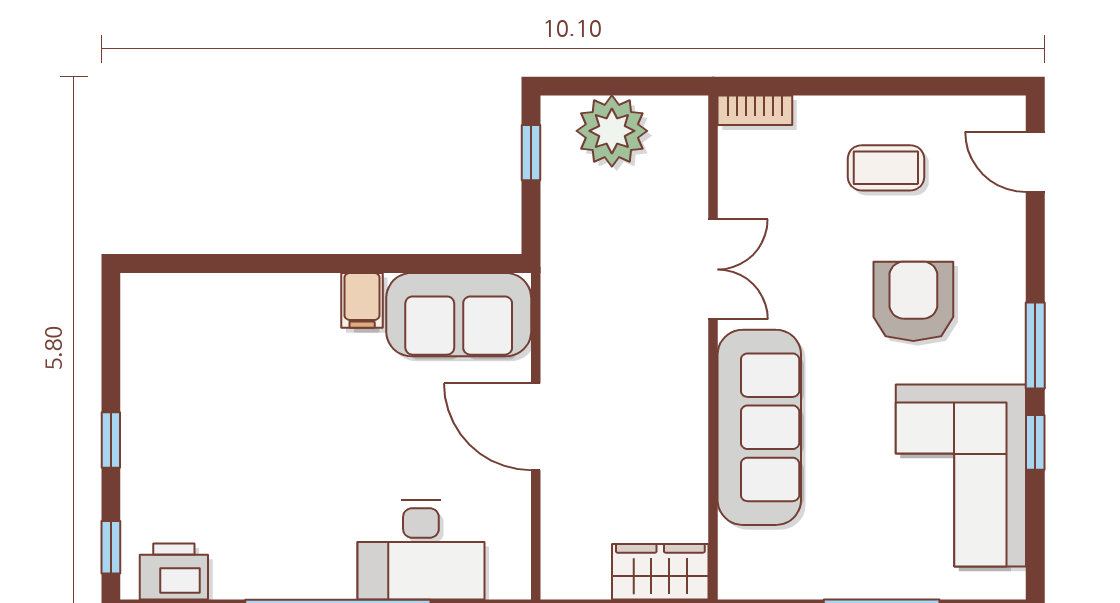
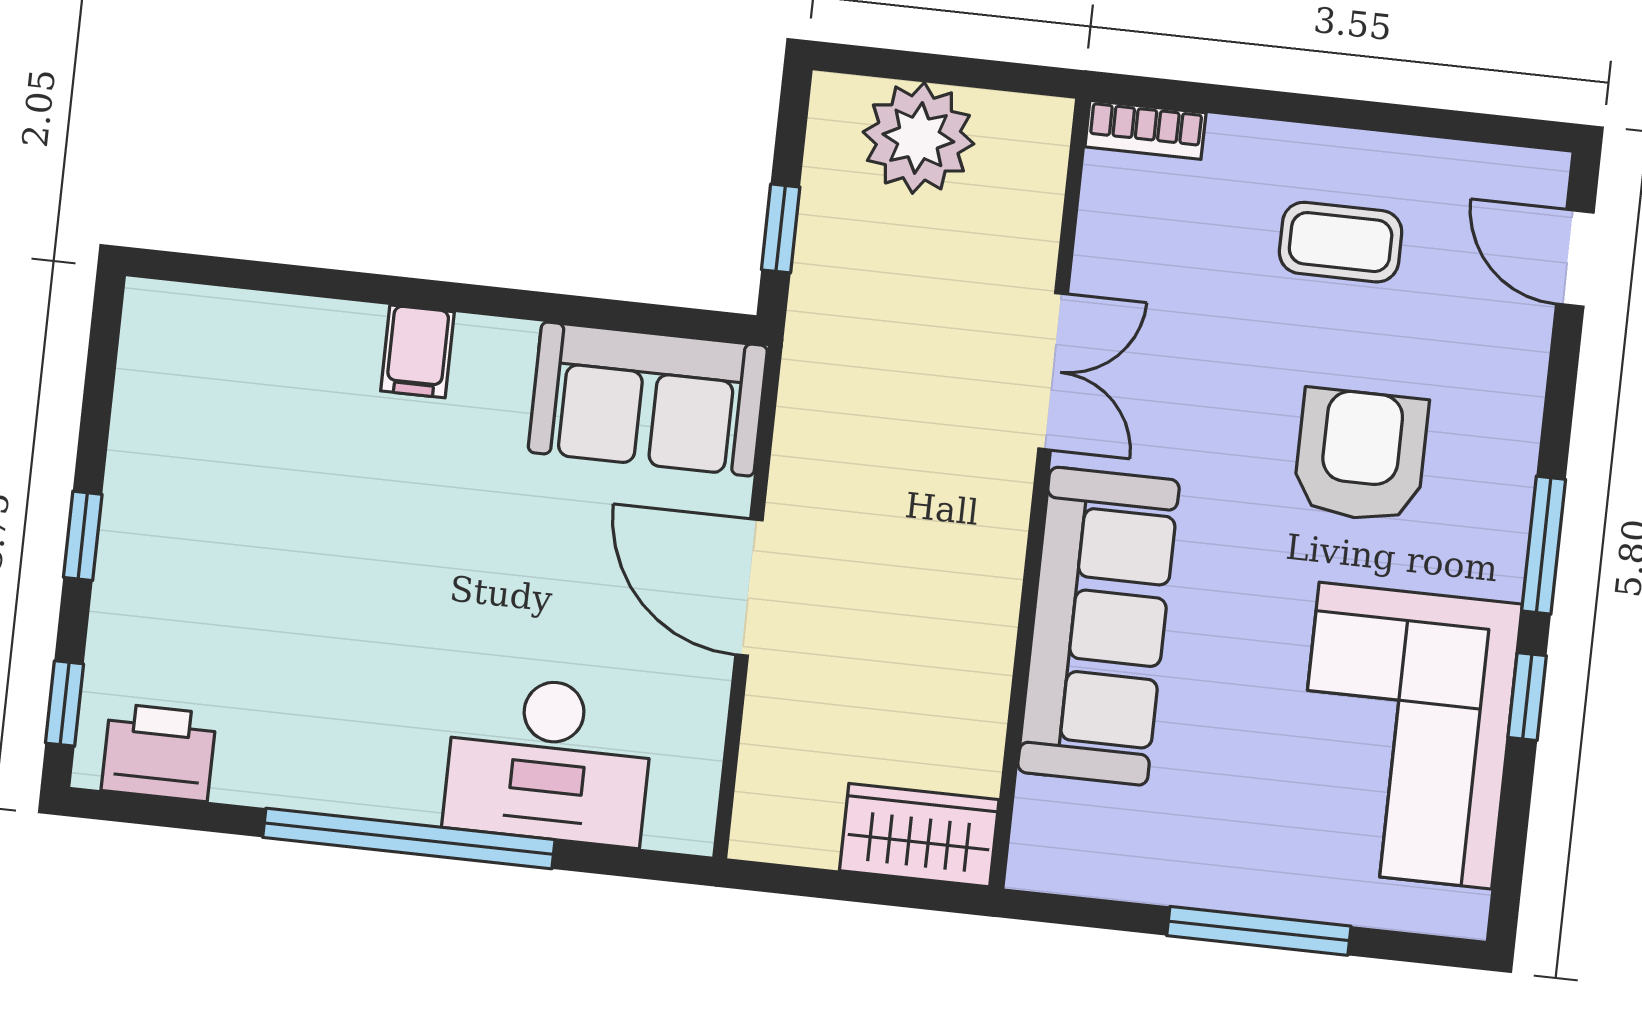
window: (531, 153) -> (781, 228), moved
filing cabinet: (362, 300) -> (418, 351), moved

